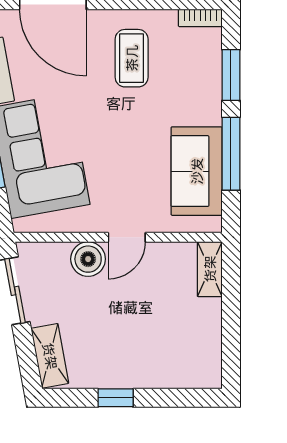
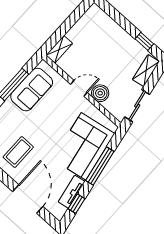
window: (116, 398) -> (144, 41), moved

